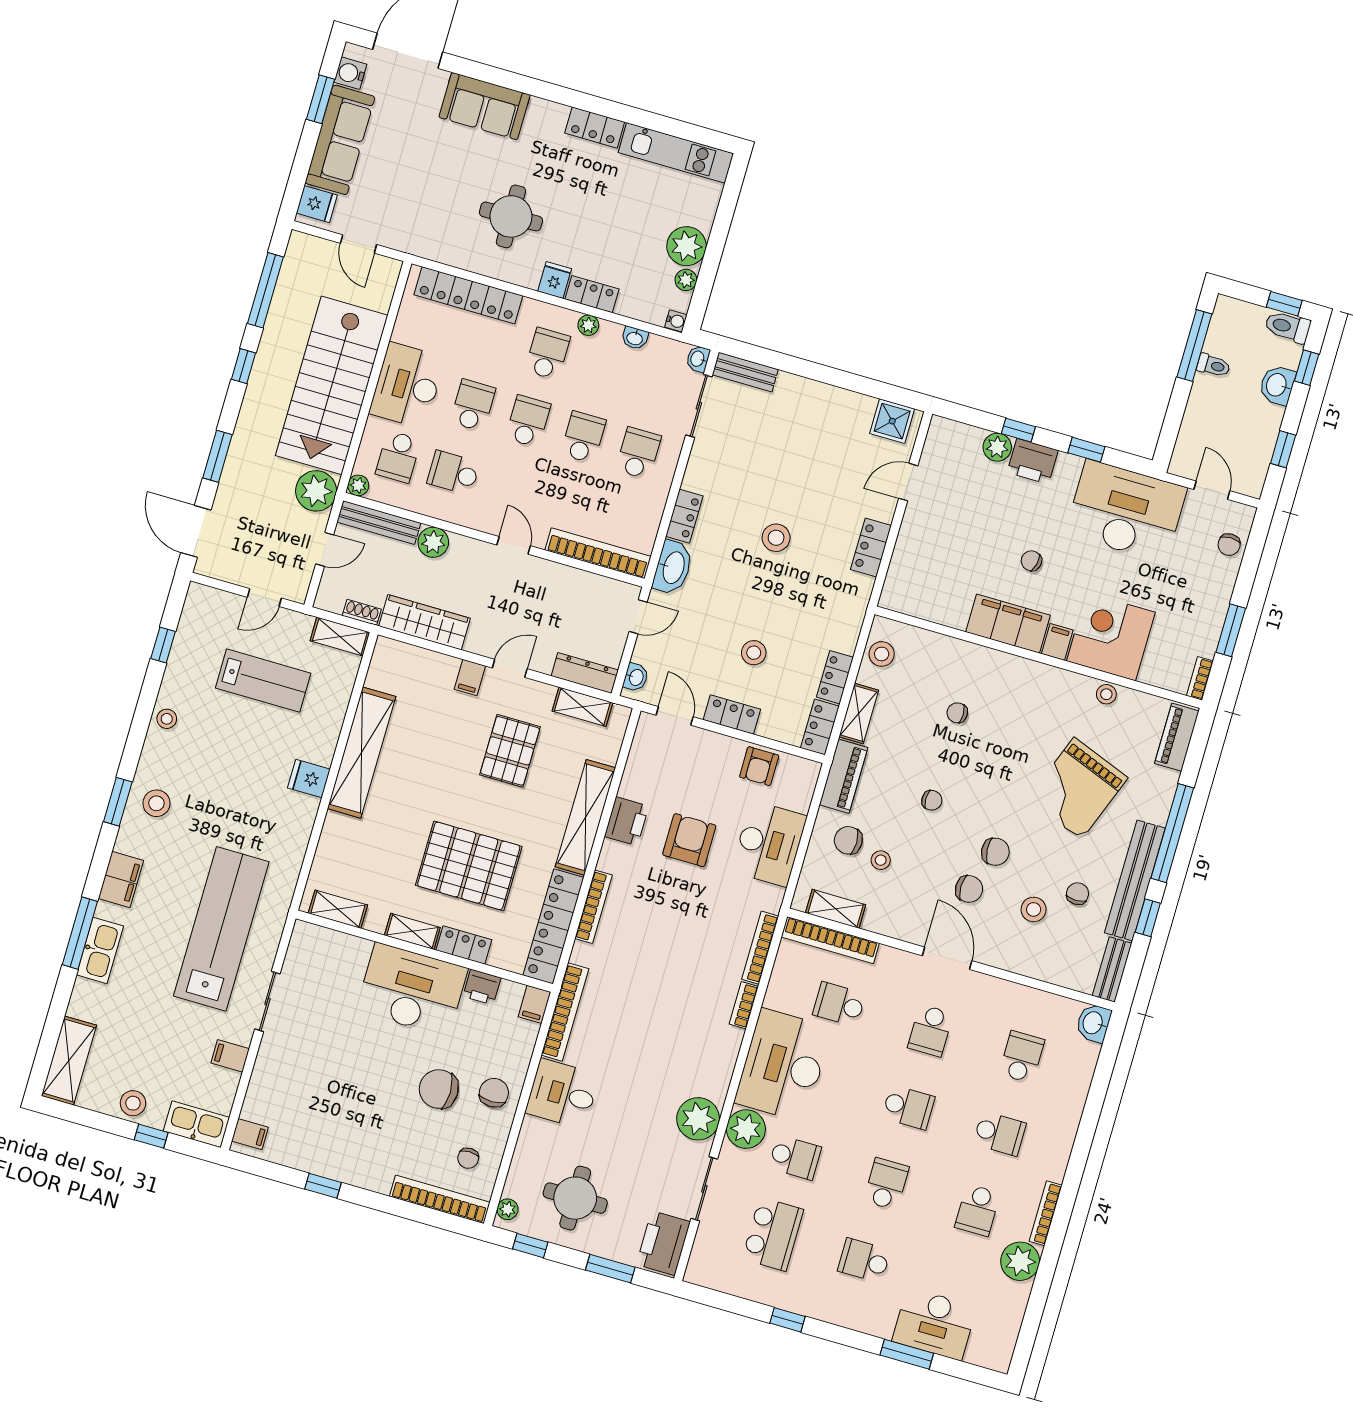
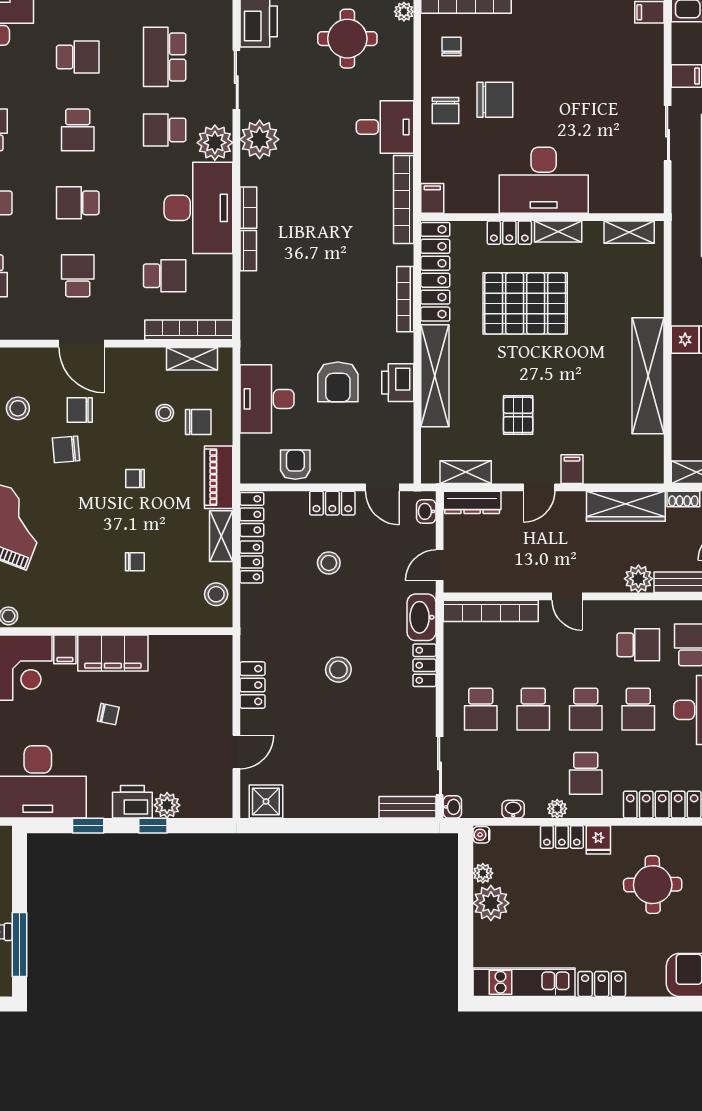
pallet: (510, 751) -> (518, 415), width x0.67, depth x0.71
bookcase: (760, 948) -> (248, 208), moved, width x0.64
printer: (482, 987) -> (483, 200), removed

